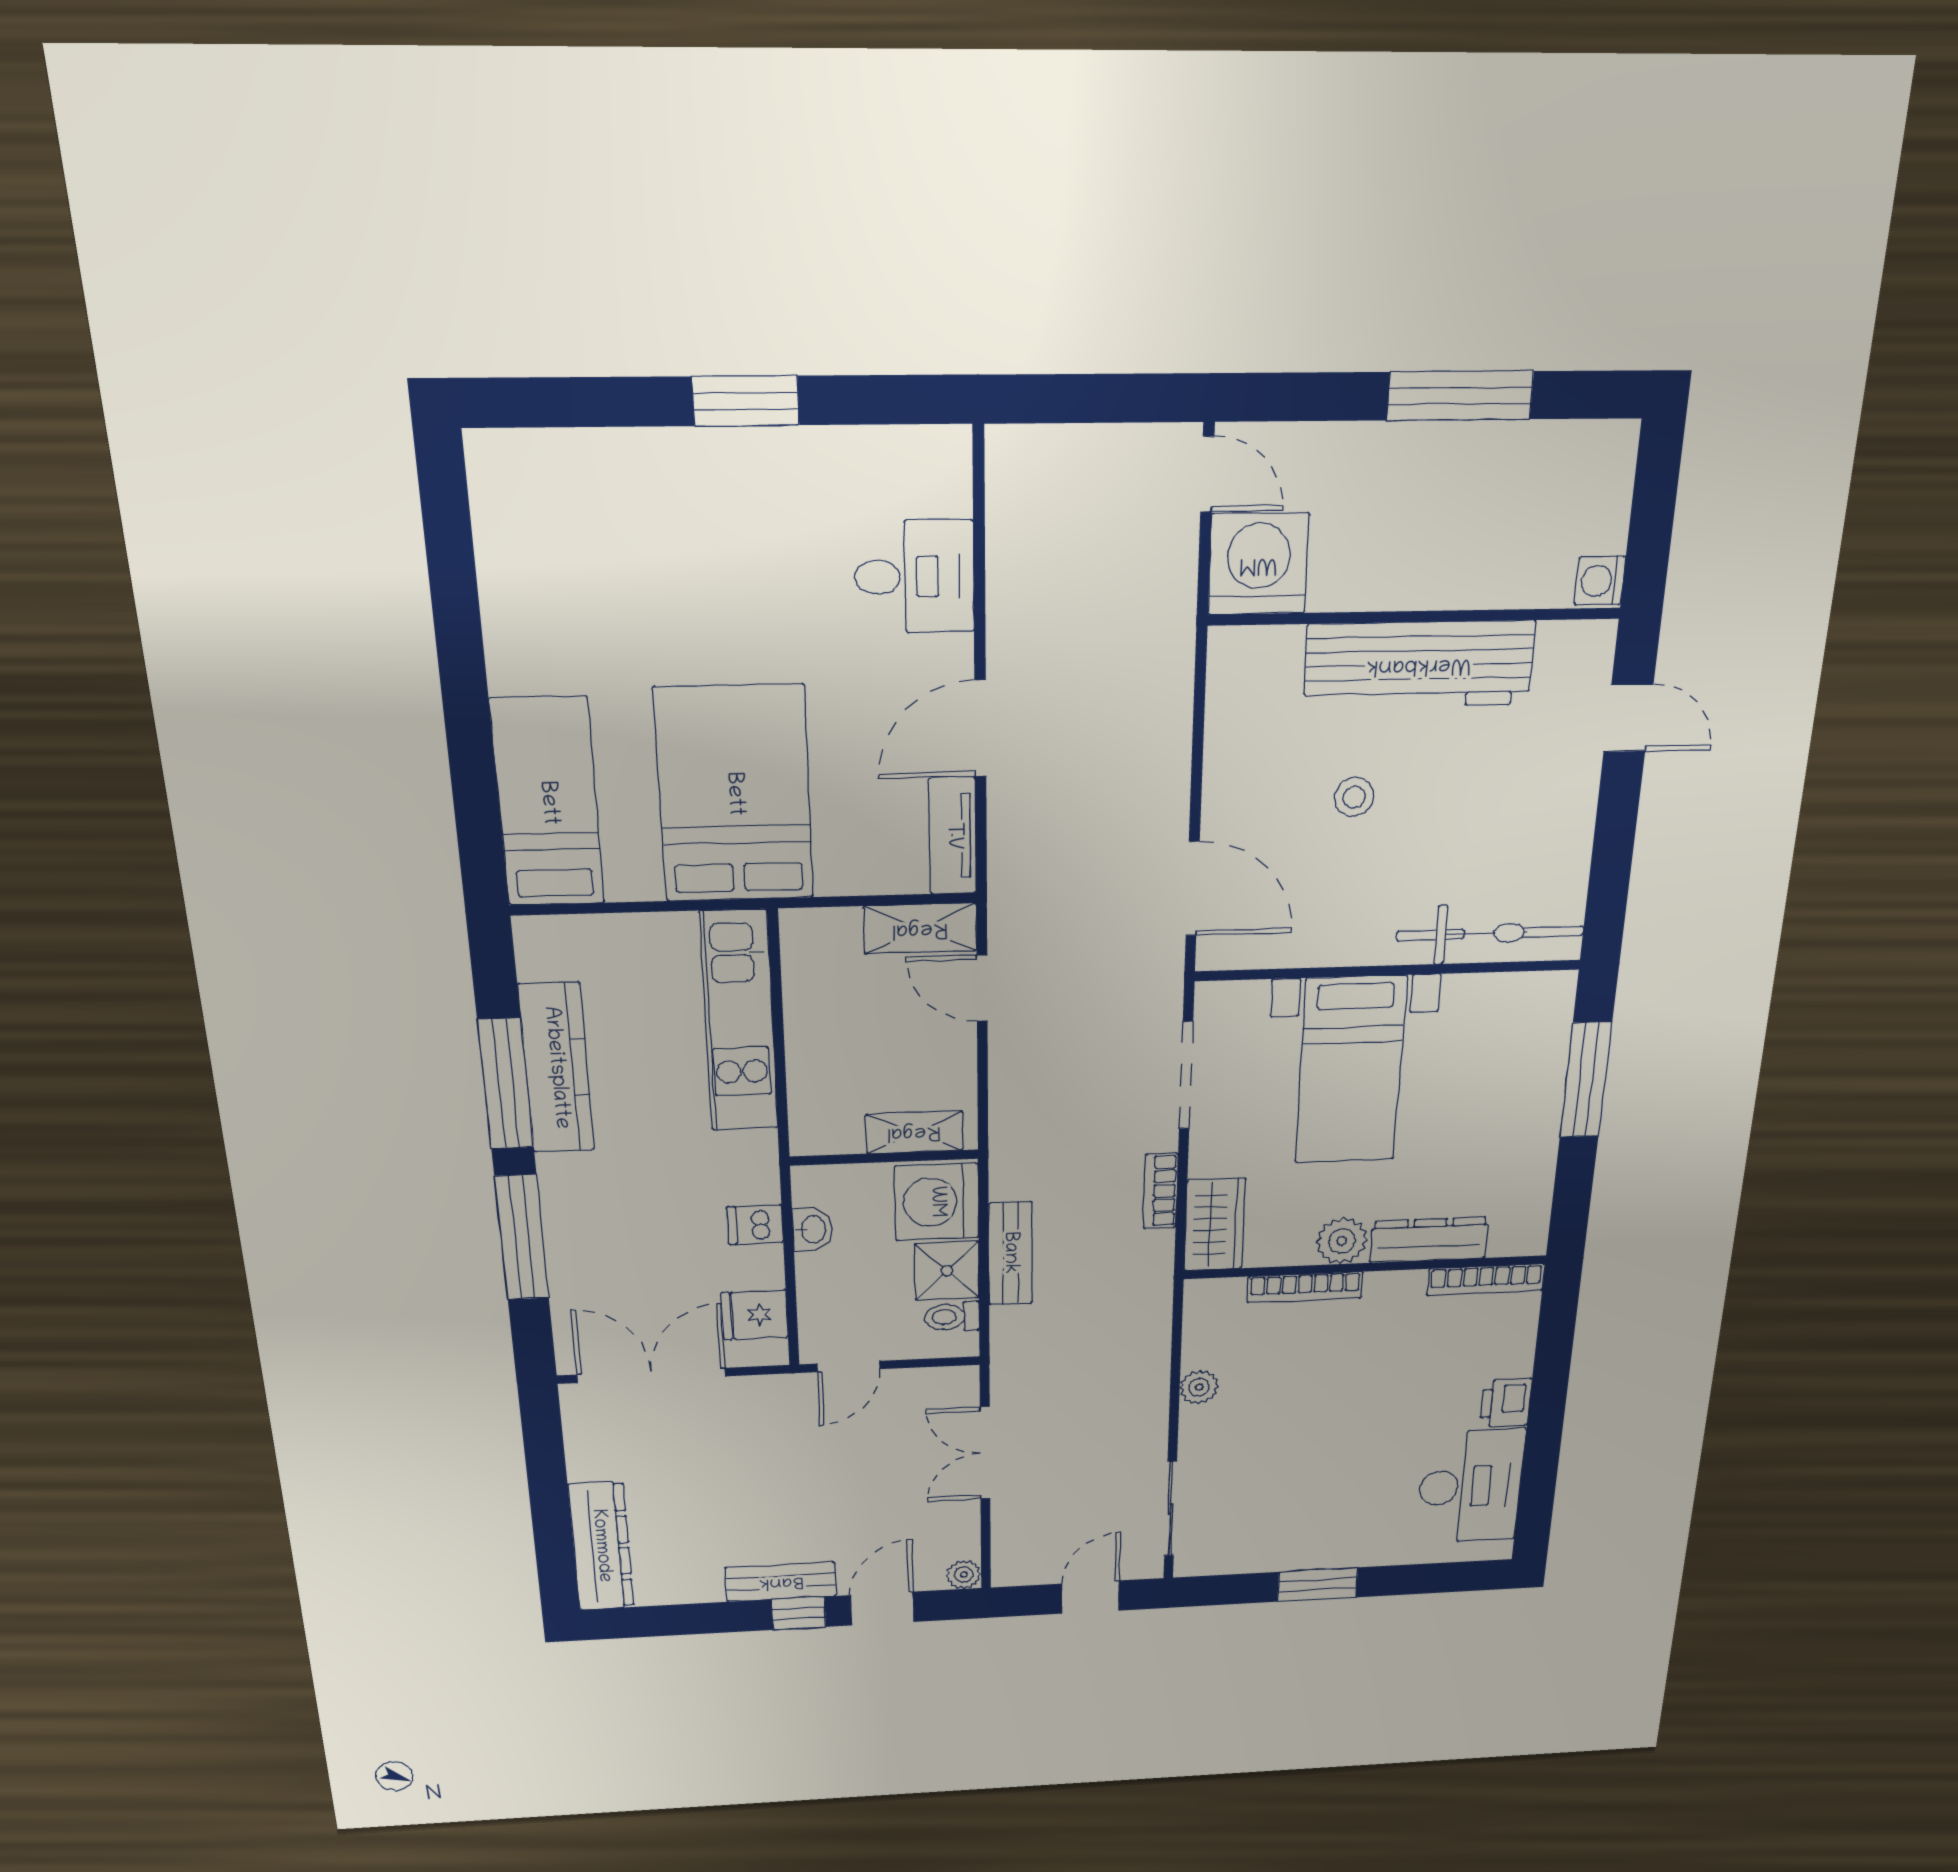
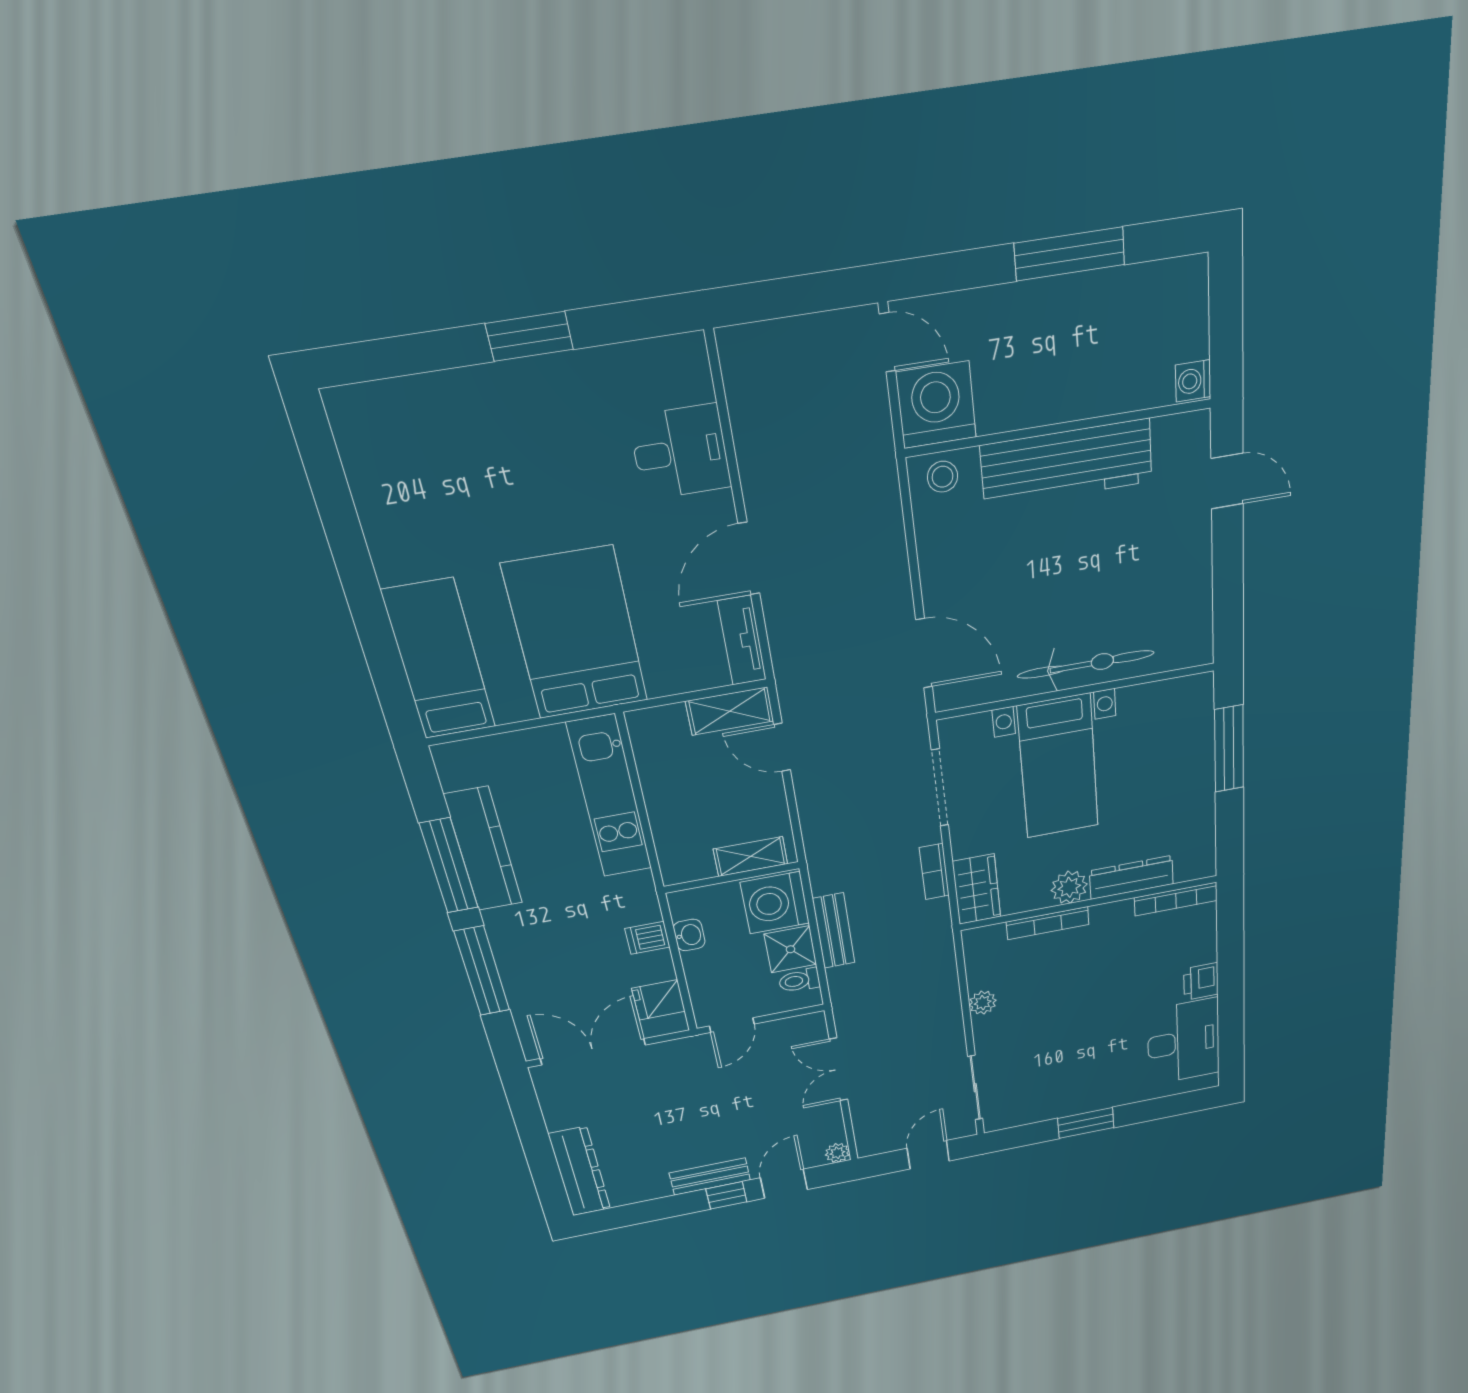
stool: (1354, 797) -> (943, 477), moved
bicycle: (1490, 933) -> (1086, 664), moved

